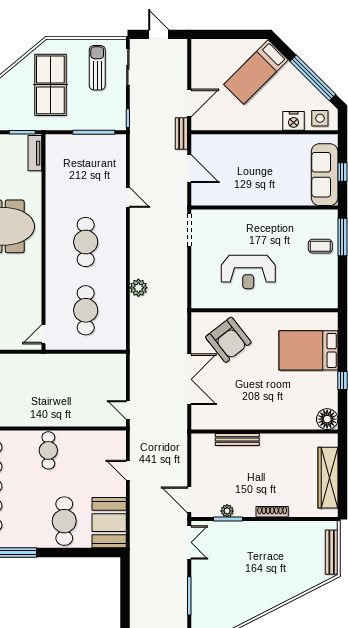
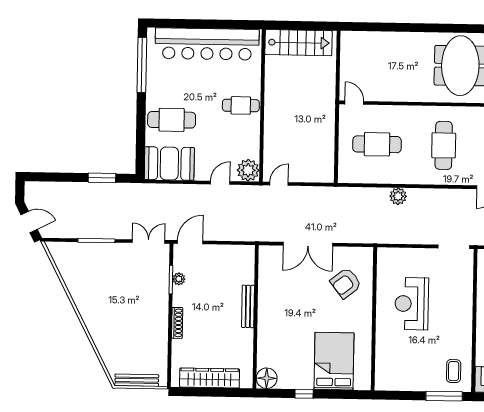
cafe table: (86, 242) -> (444, 145), turned 90
coffee table: (320, 246) -> (454, 371), moved
armchair: (228, 340) -> (346, 283), width x0.73, depth x0.73
bench: (237, 439) -> (248, 306), moved
plant: (115, 442) -> (248, 170), added
double door: (189, 542) -> (149, 241), swing flipped
window: (125, 591) -> (102, 178), added

